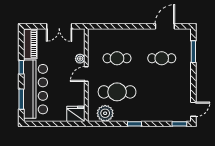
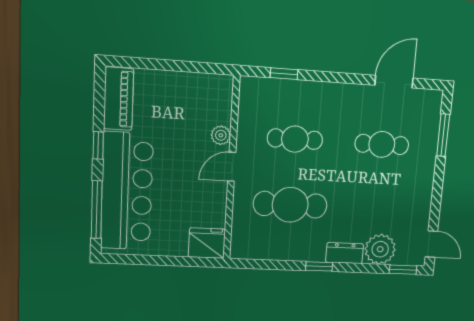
double door: (59, 26) -> (181, 66), removed
window: (109, 26) -> (284, 74), added
window: (21, 99) -> (97, 210), width x1.44
door: (193, 109) -> (431, 244), hinge flipped
plant: (105, 113) -> (380, 249), moved
dresser: (147, 116) -> (345, 253), added

